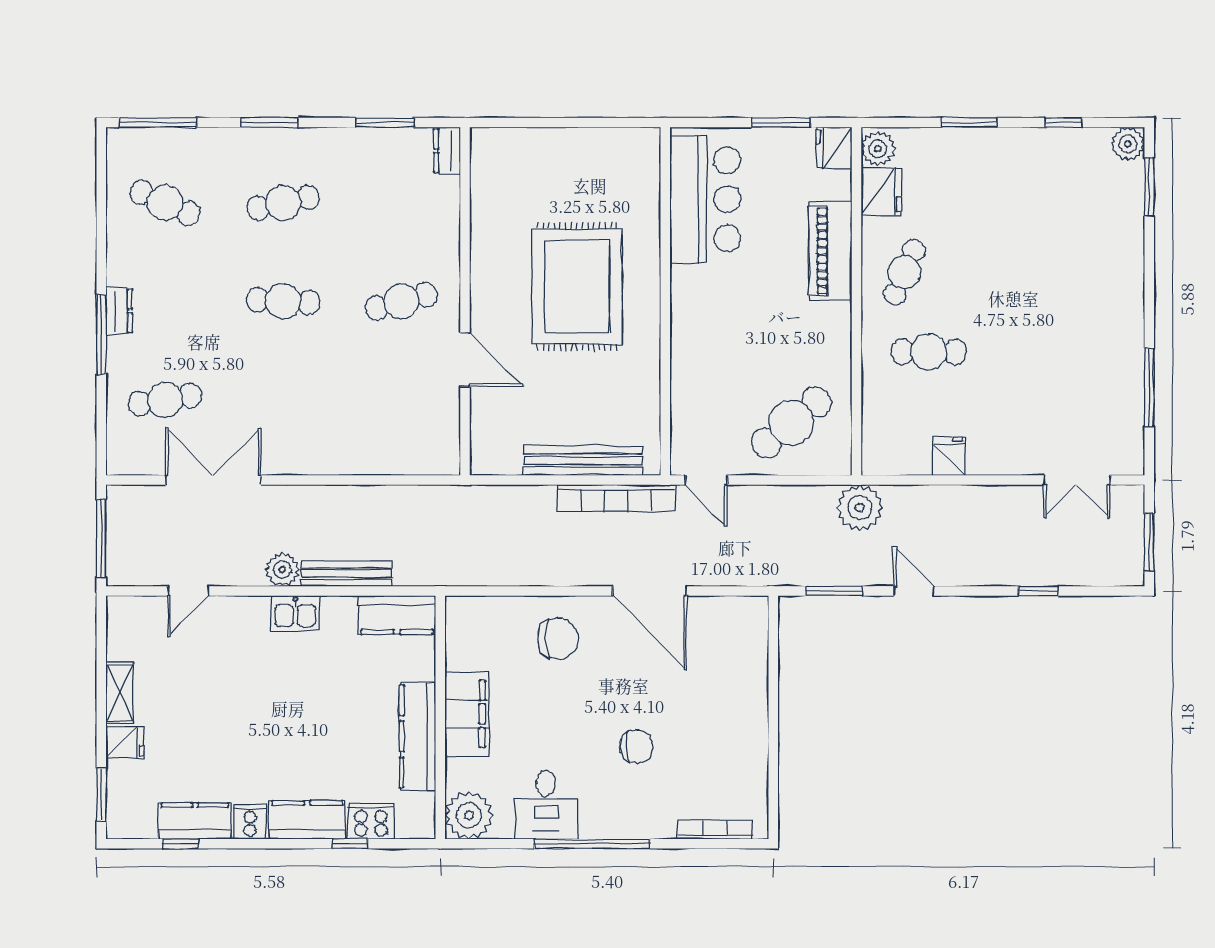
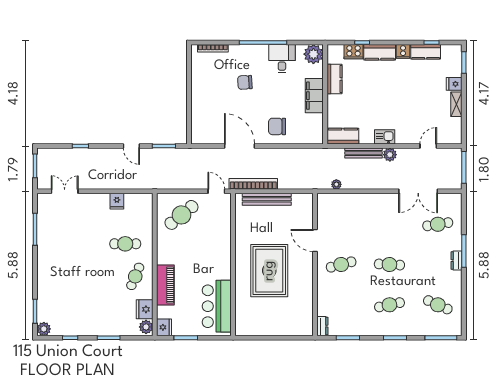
plant: (860, 508) -> (336, 184), moved, width x0.53, depth x0.53
kitchen counter: (418, 736) -> (334, 79), width x0.67

